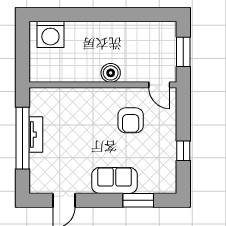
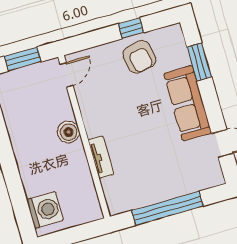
armchair: (131, 120) -> (139, 57), moved, turned 79
tv unit: (36, 135) -> (101, 157), moved, turned 90
sofa: (114, 180) -> (188, 103), width x1.36

